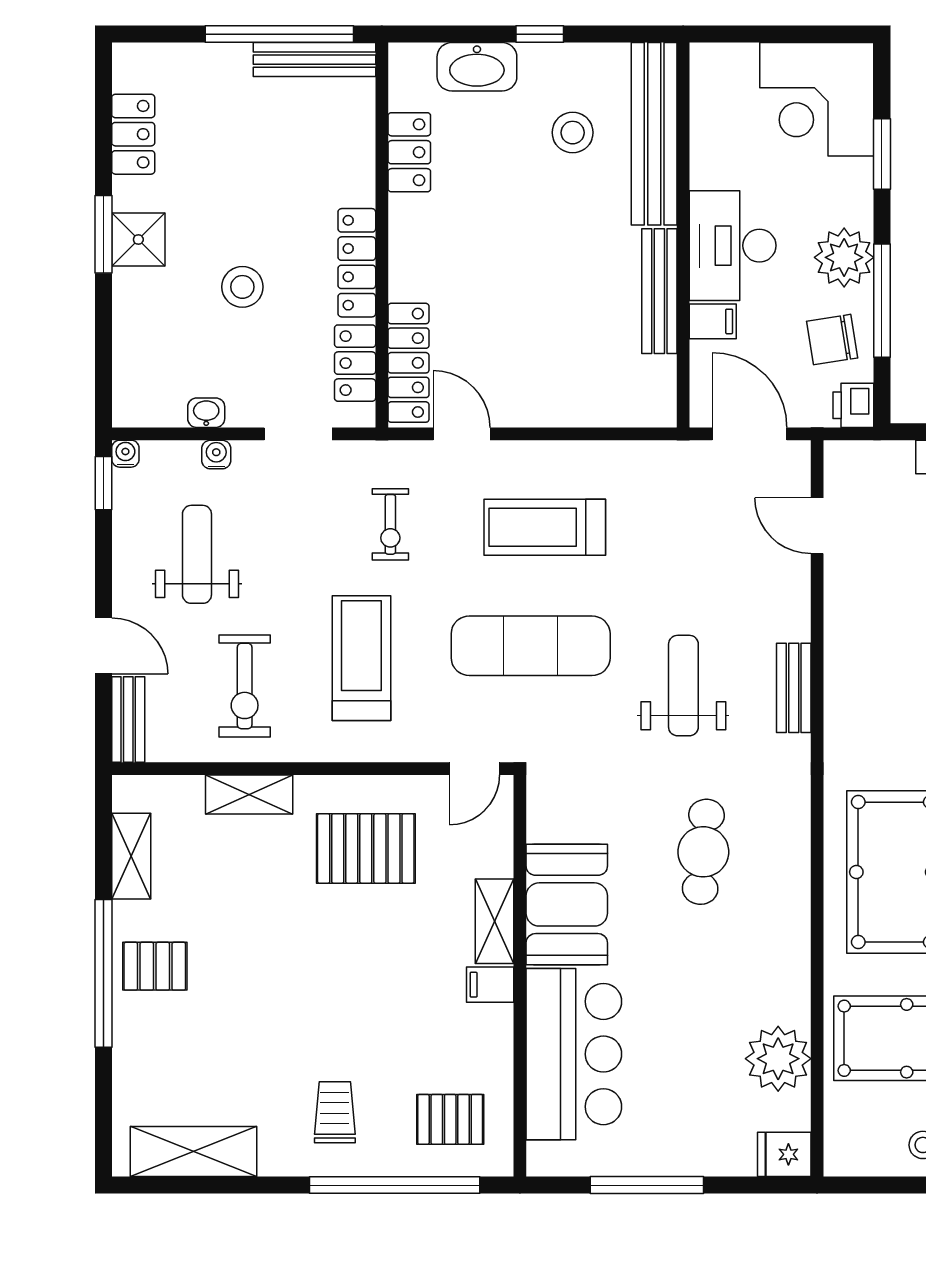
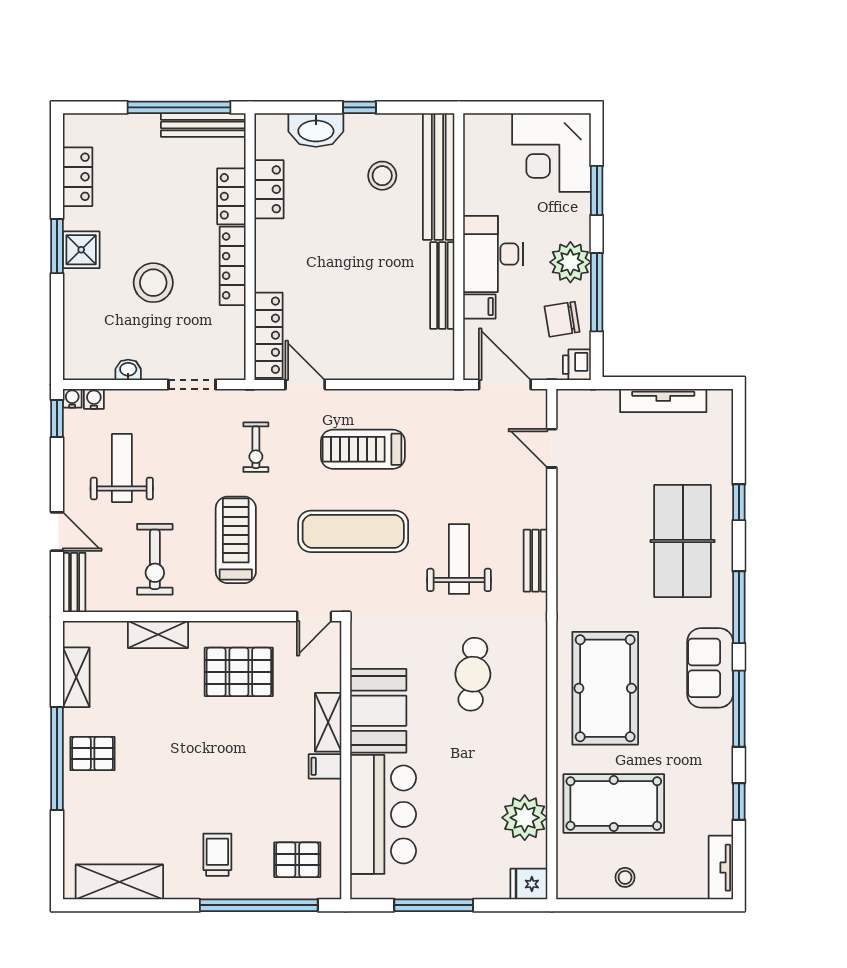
stool: (242, 287) -> (153, 283), width x1.38, depth x1.38
locker: (355, 363) -> (231, 196), moved
water cooler: (216, 455) -> (94, 399), moved

